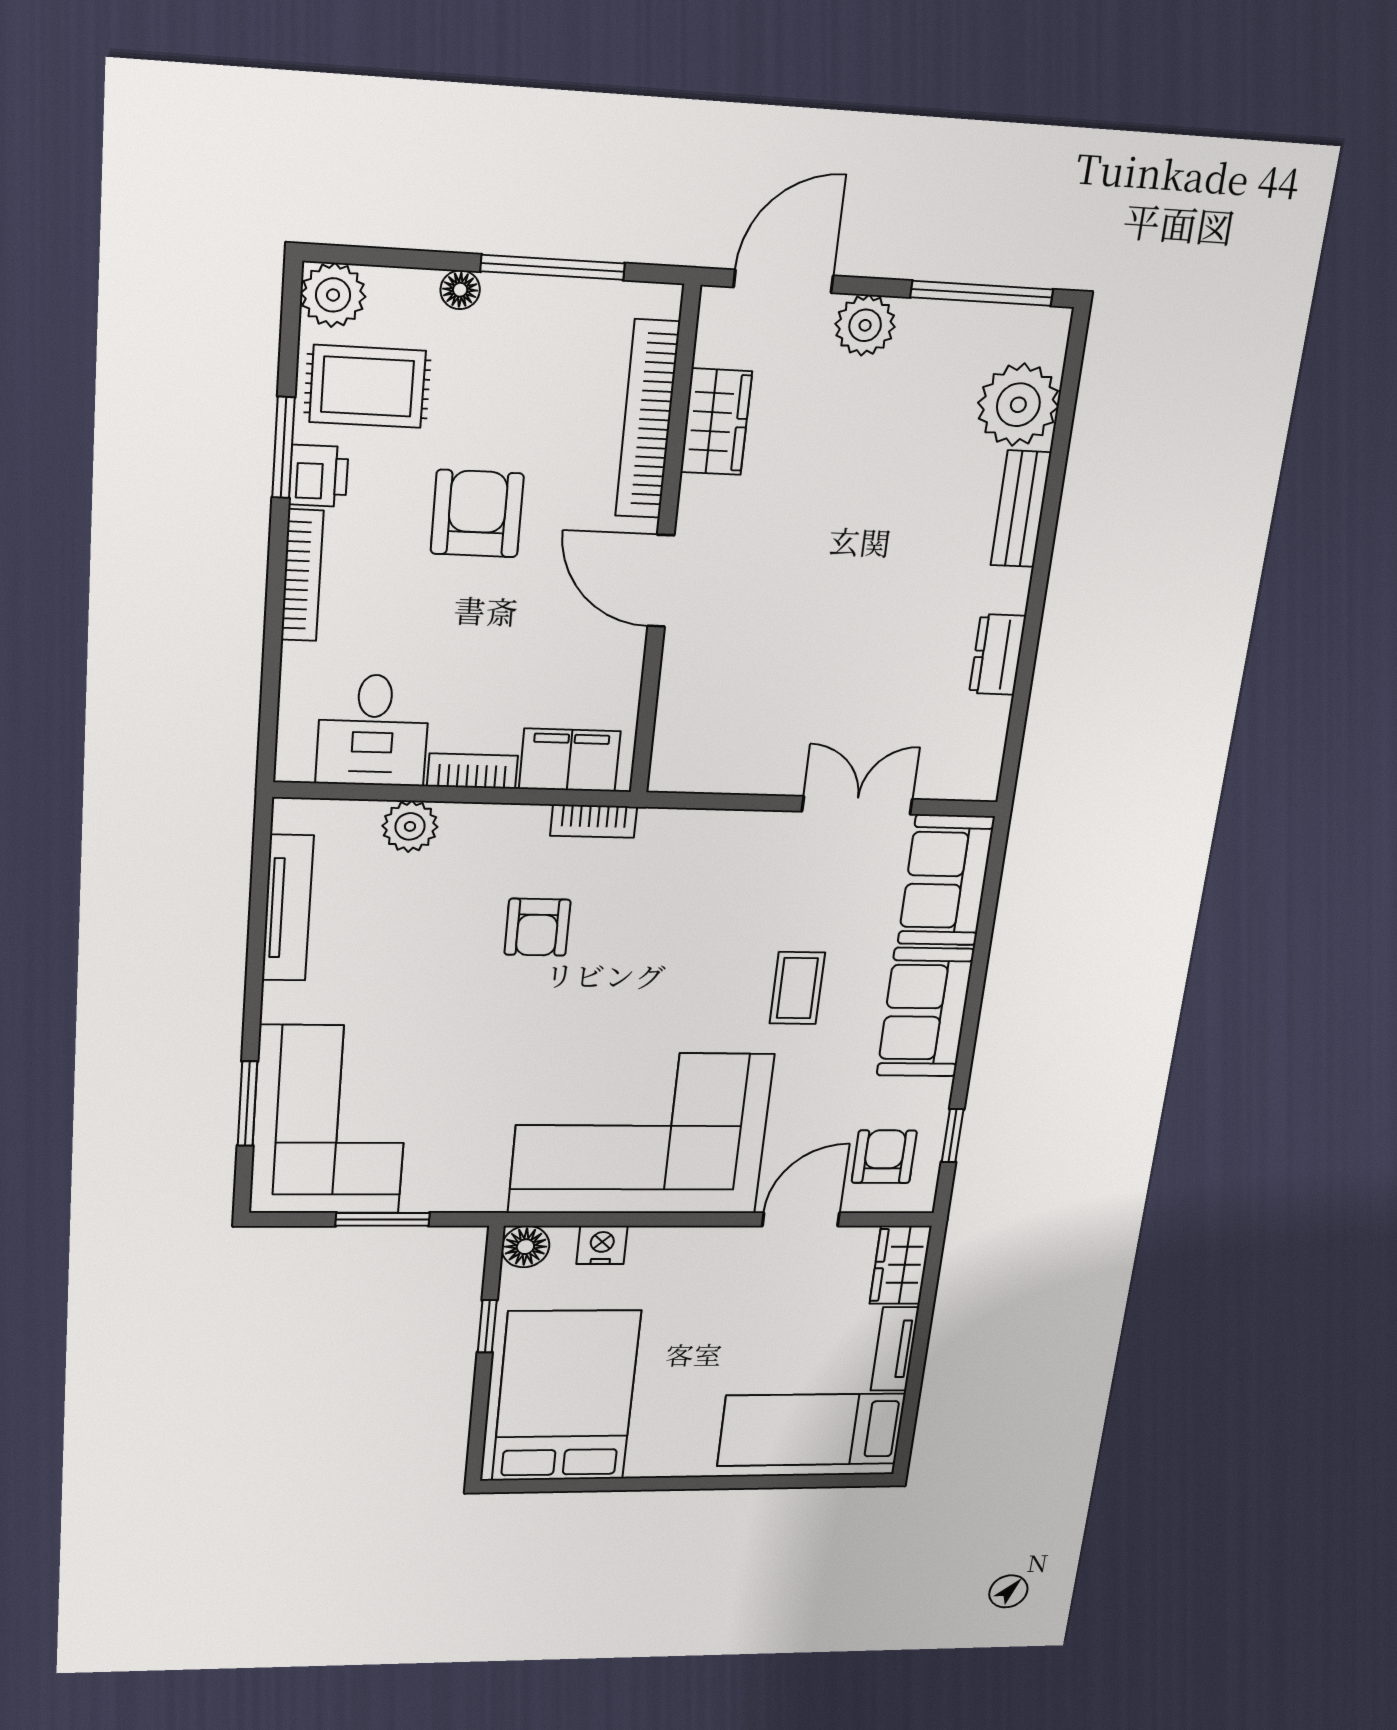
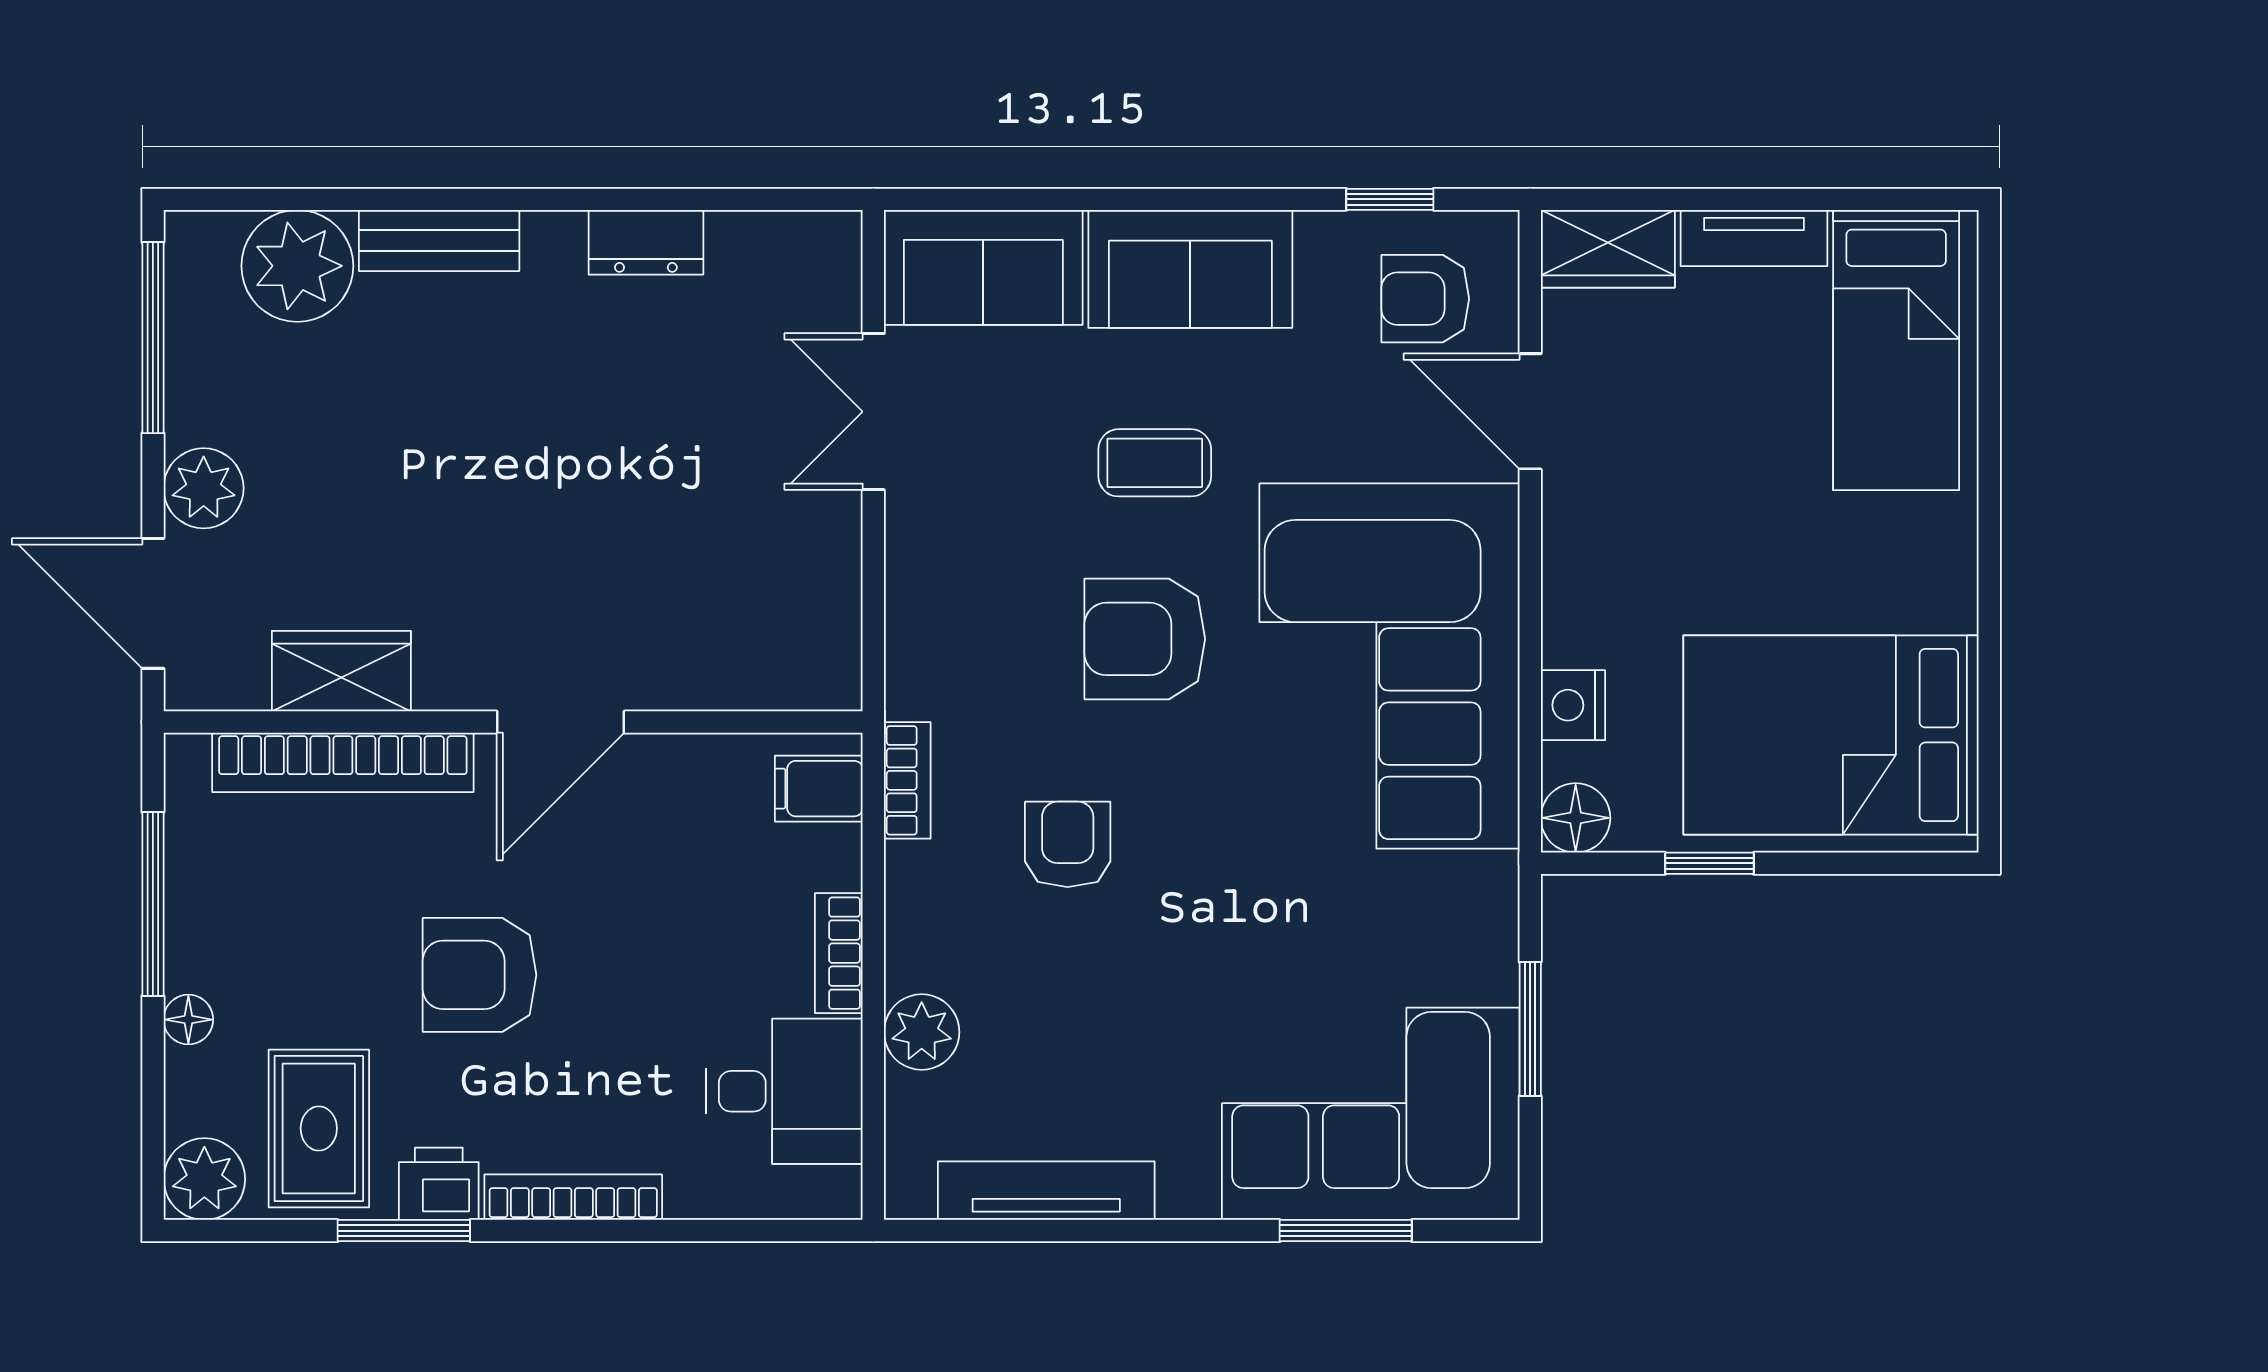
filing cabinet: (570, 760) -> (819, 789), width x0.50
armchair: (537, 927) -> (1068, 844), turned -90
armchair: (677, 980) -> (1145, 639), added

